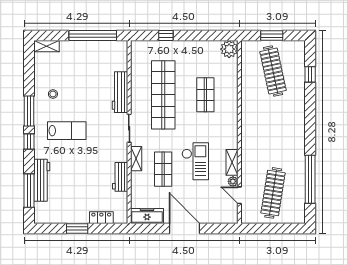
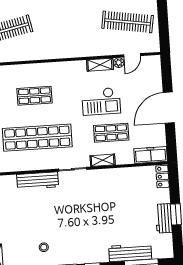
lab bench: (67, 131) -> (79, 231), removed
checkout: (195, 161) -> (101, 101), turned 180
workbench: (120, 177) -> (164, 218), moved, turned 90
freezer: (147, 216) -> (151, 155), moved, turned 90
locker: (101, 218) -> (162, 177), moved

